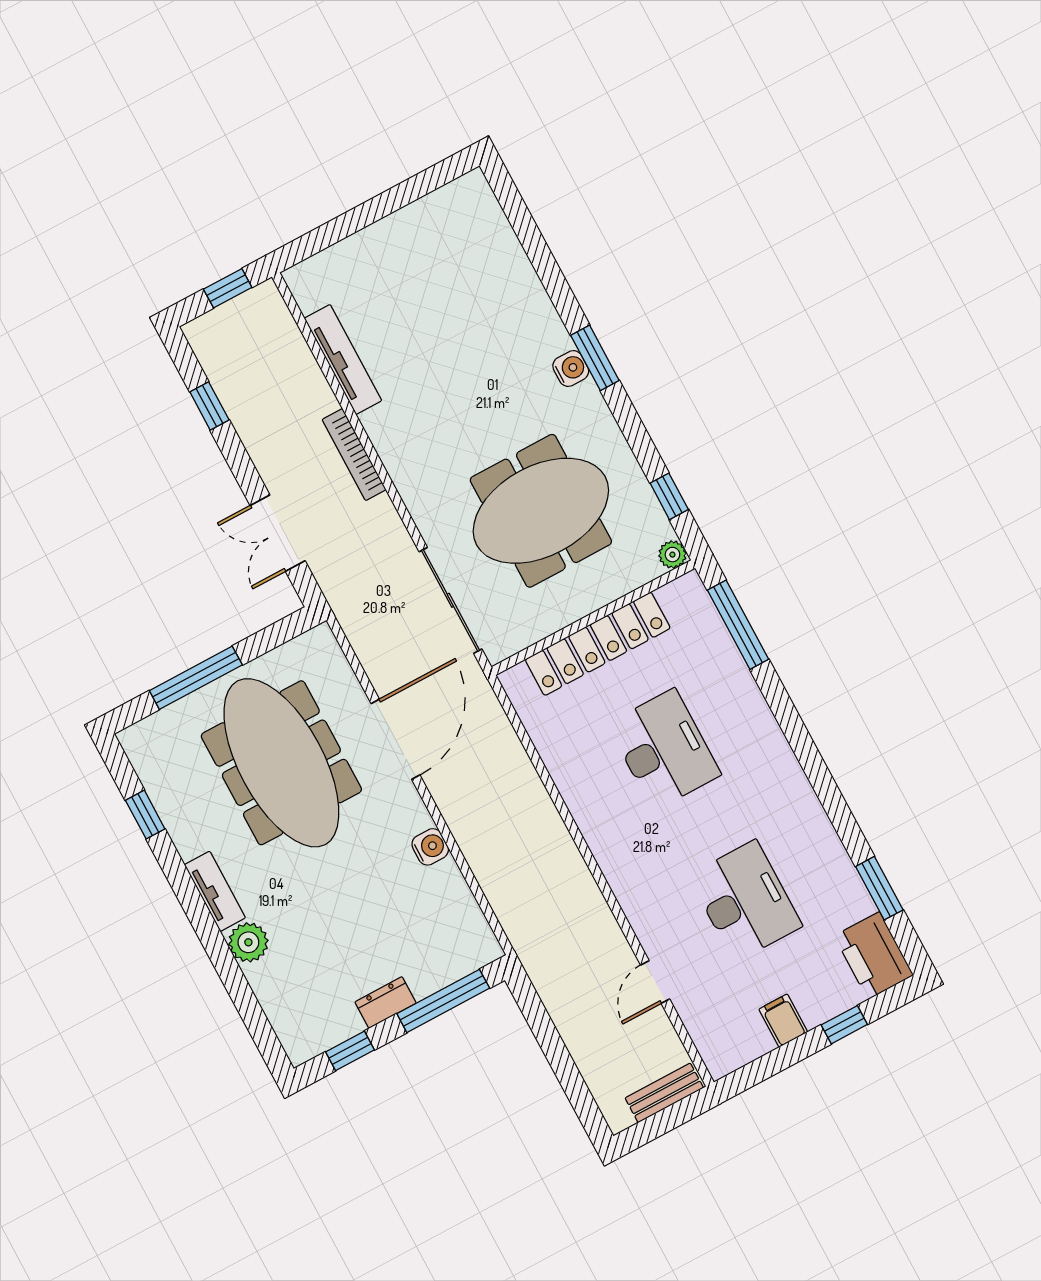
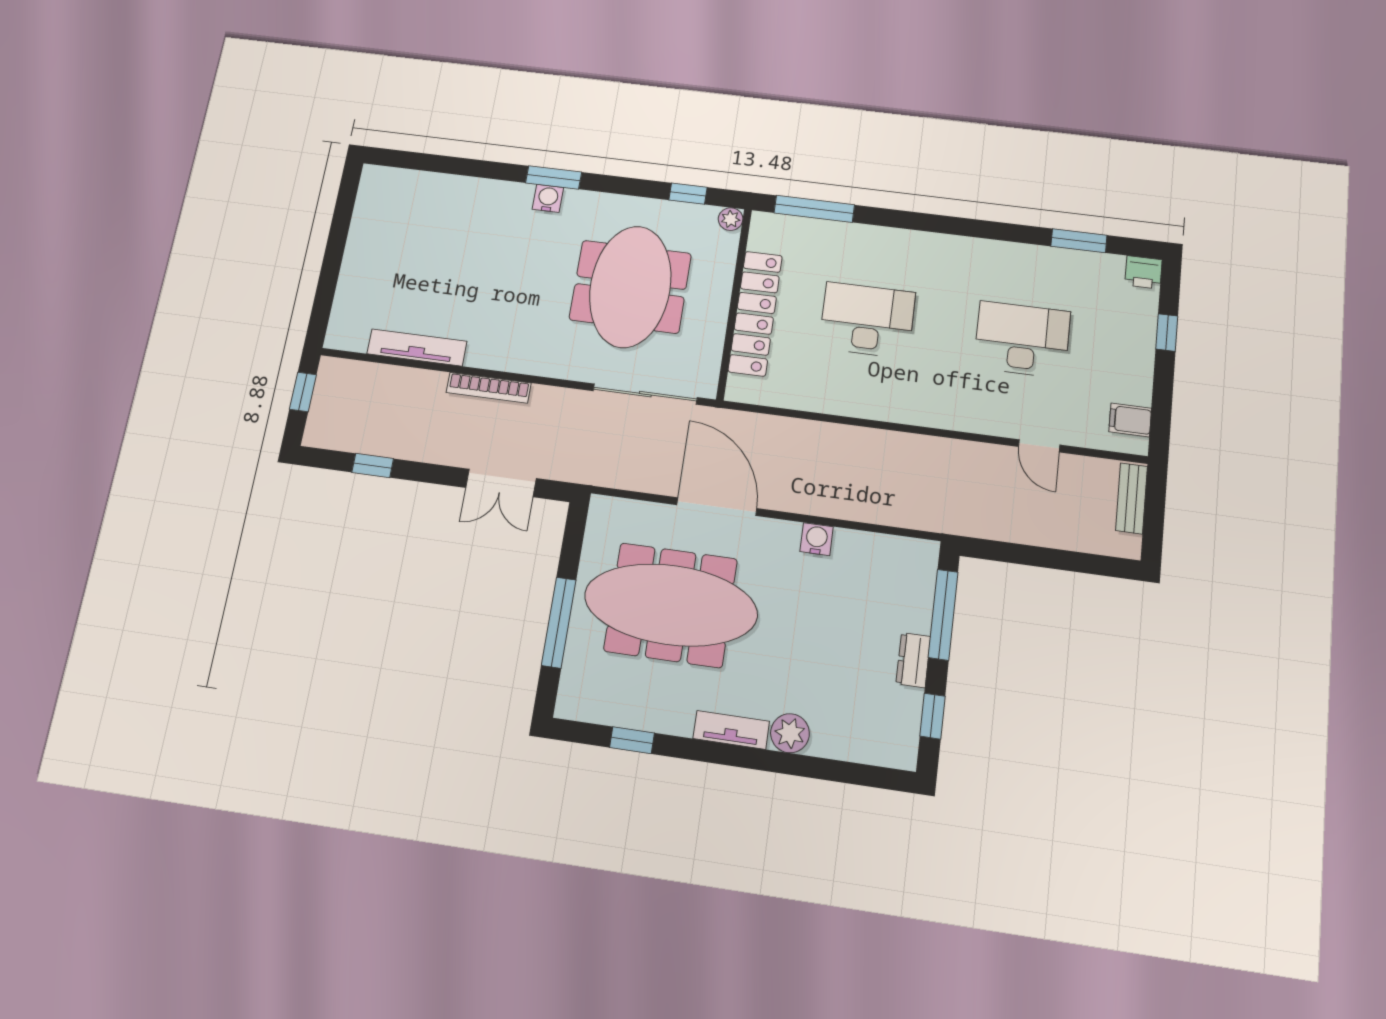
printer: (874, 956) -> (1143, 272), width x0.53, depth x0.68
filing cabinet: (783, 1021) -> (1130, 420), moved

